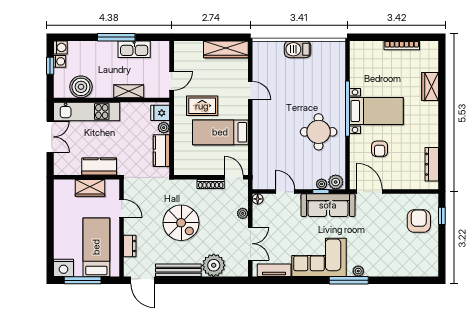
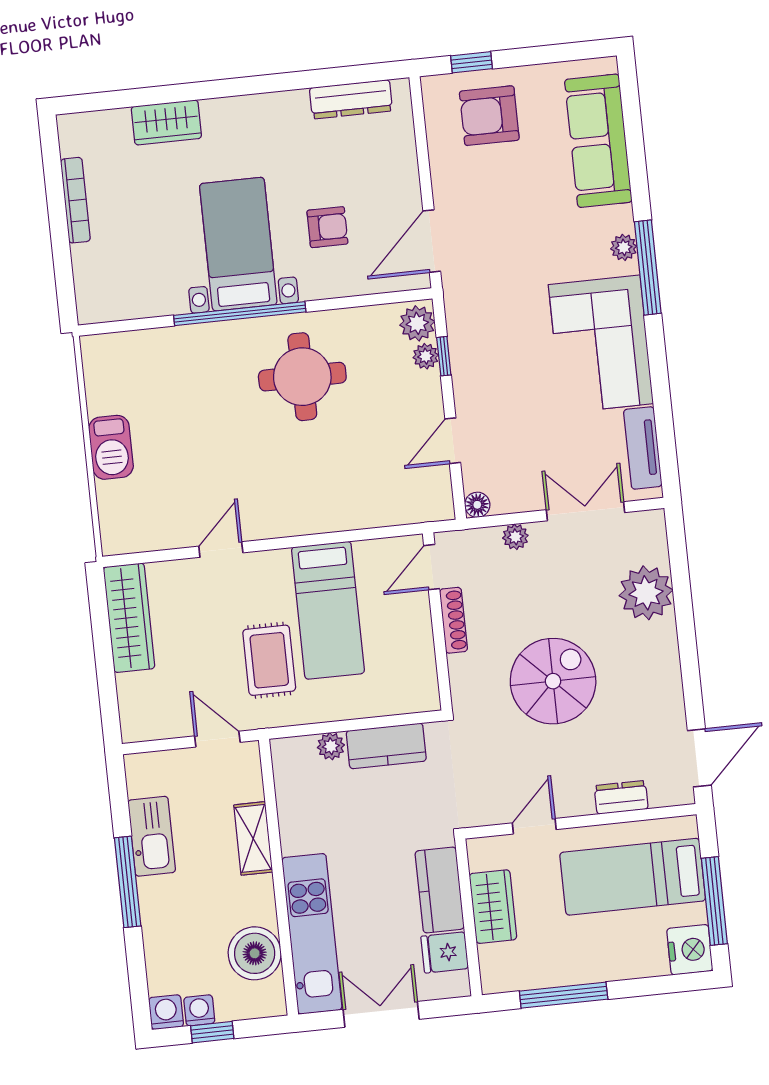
fridge: (160, 113) -> (445, 952), moved, turned 90
sofa: (328, 205) -> (598, 141), moved, turned 180
window: (50, 213) -> (564, 995), added
bench: (178, 270) -> (667, 676), removed

